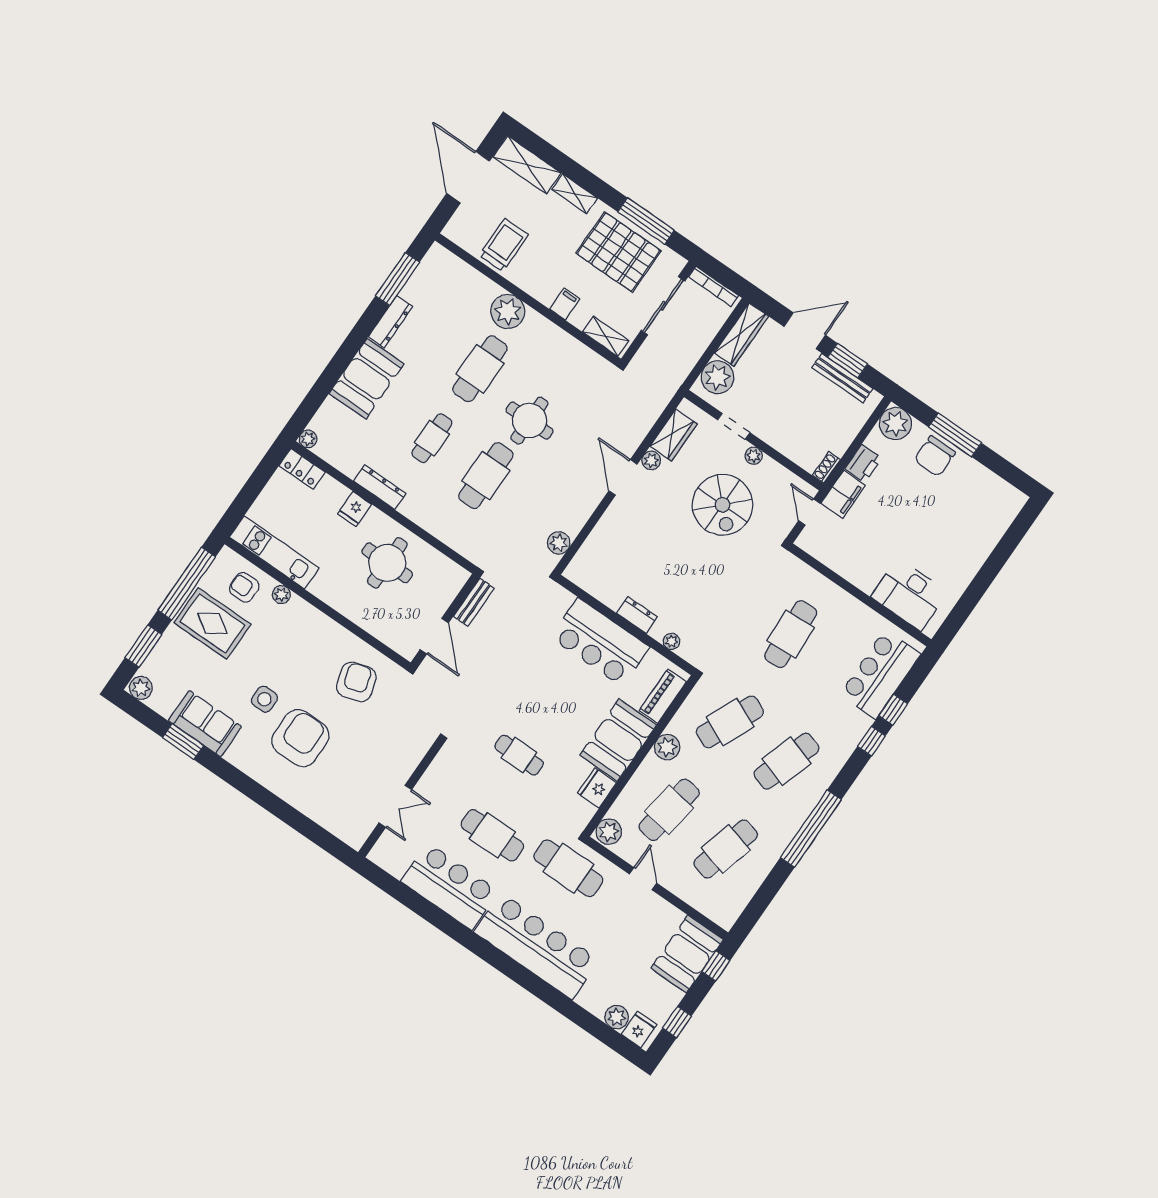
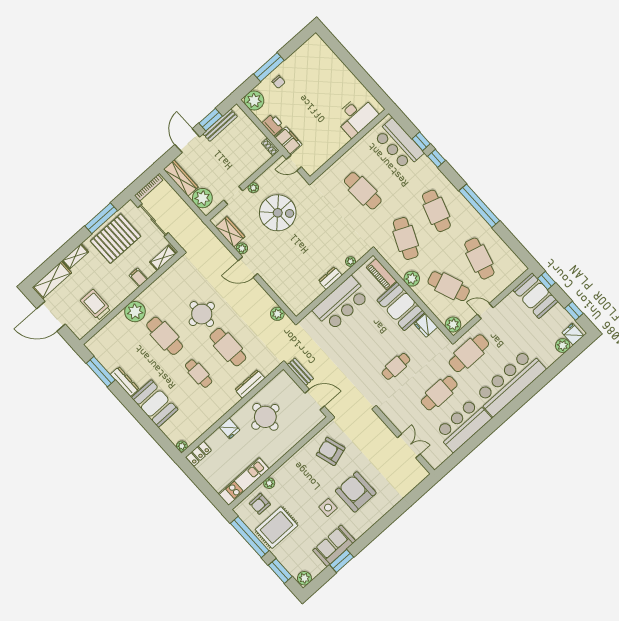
chair: (935, 456) -> (279, 82), width x0.54, depth x0.54
dresser: (380, 487) -> (250, 384), moved
cafe table: (669, 810) -> (449, 286), turned -30

